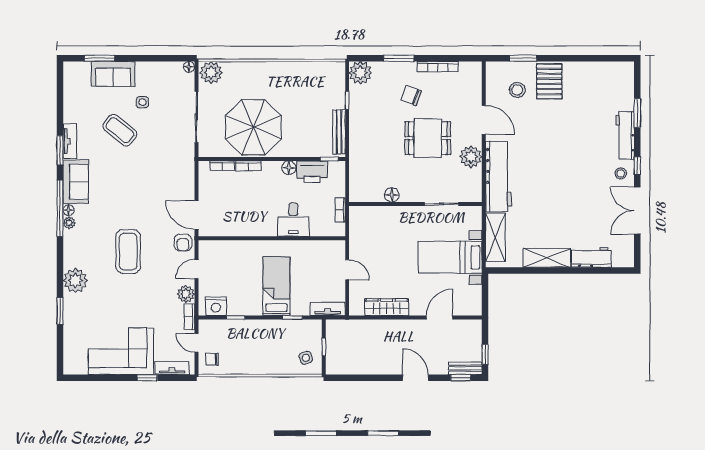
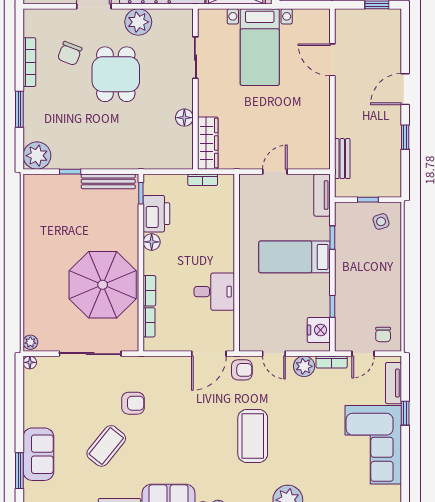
plant: (211, 73) -> (30, 342), width x0.53, depth x0.53
chair: (411, 95) -> (70, 53), moved
side table: (142, 102) -> (72, 419), removed
armchair: (155, 152) -> (133, 403), added
desk: (293, 220) -> (214, 292), moved
coffee table: (128, 251) -> (253, 436), turned 90
wardrobe: (387, 307) -> (208, 143), moved, turned 180
bench: (465, 368) -> (342, 159), moved
window: (461, 378) -> (405, 137), moved

